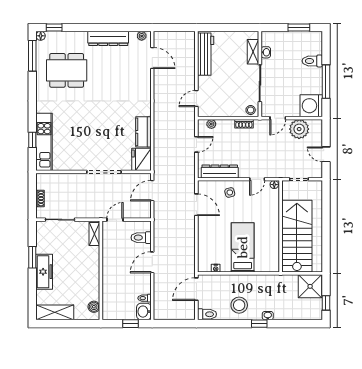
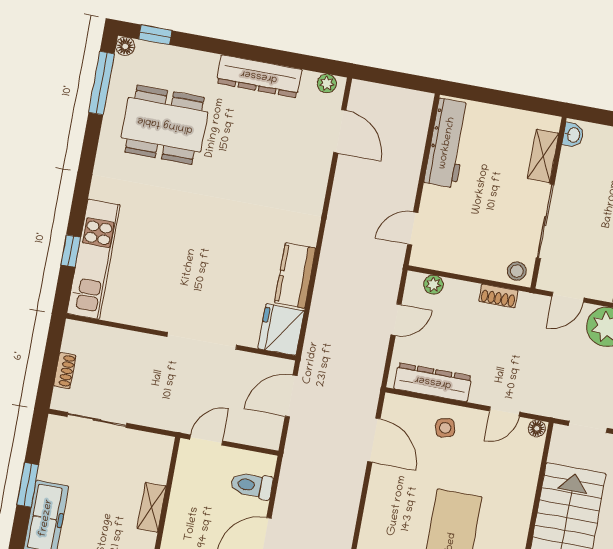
washbasin: (266, 52) -> (573, 135), moved
shelving: (94, 234) -> (152, 507), moved

